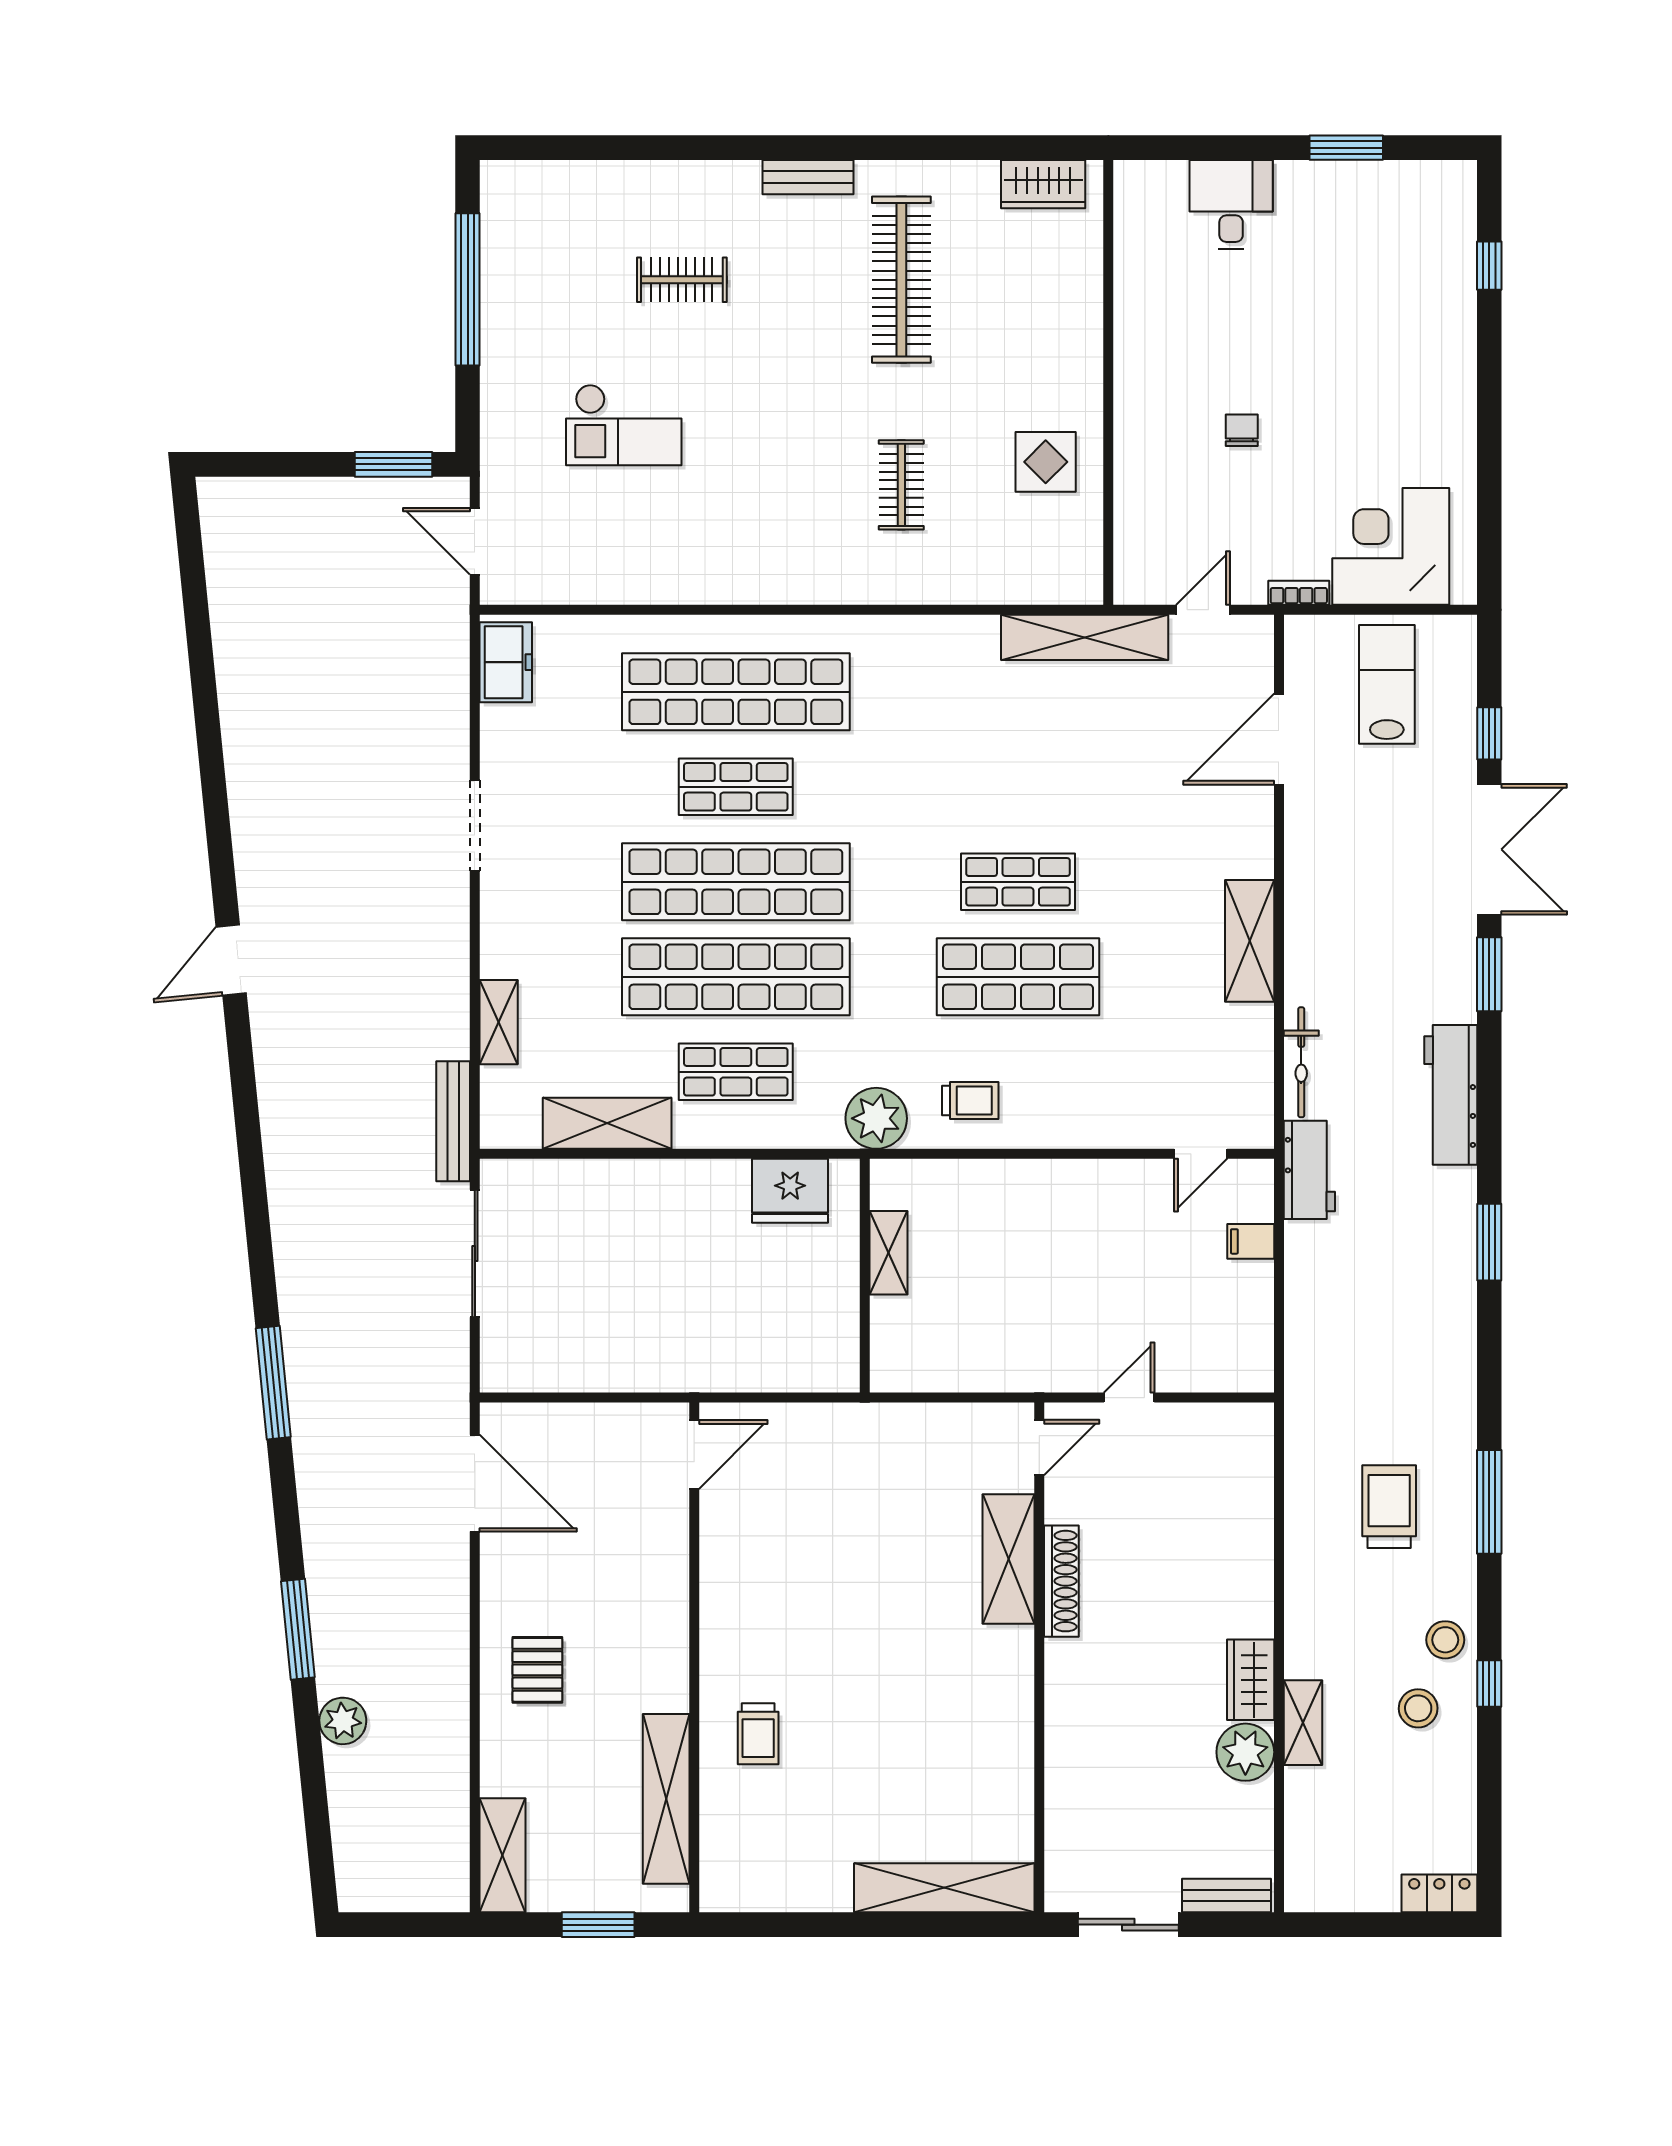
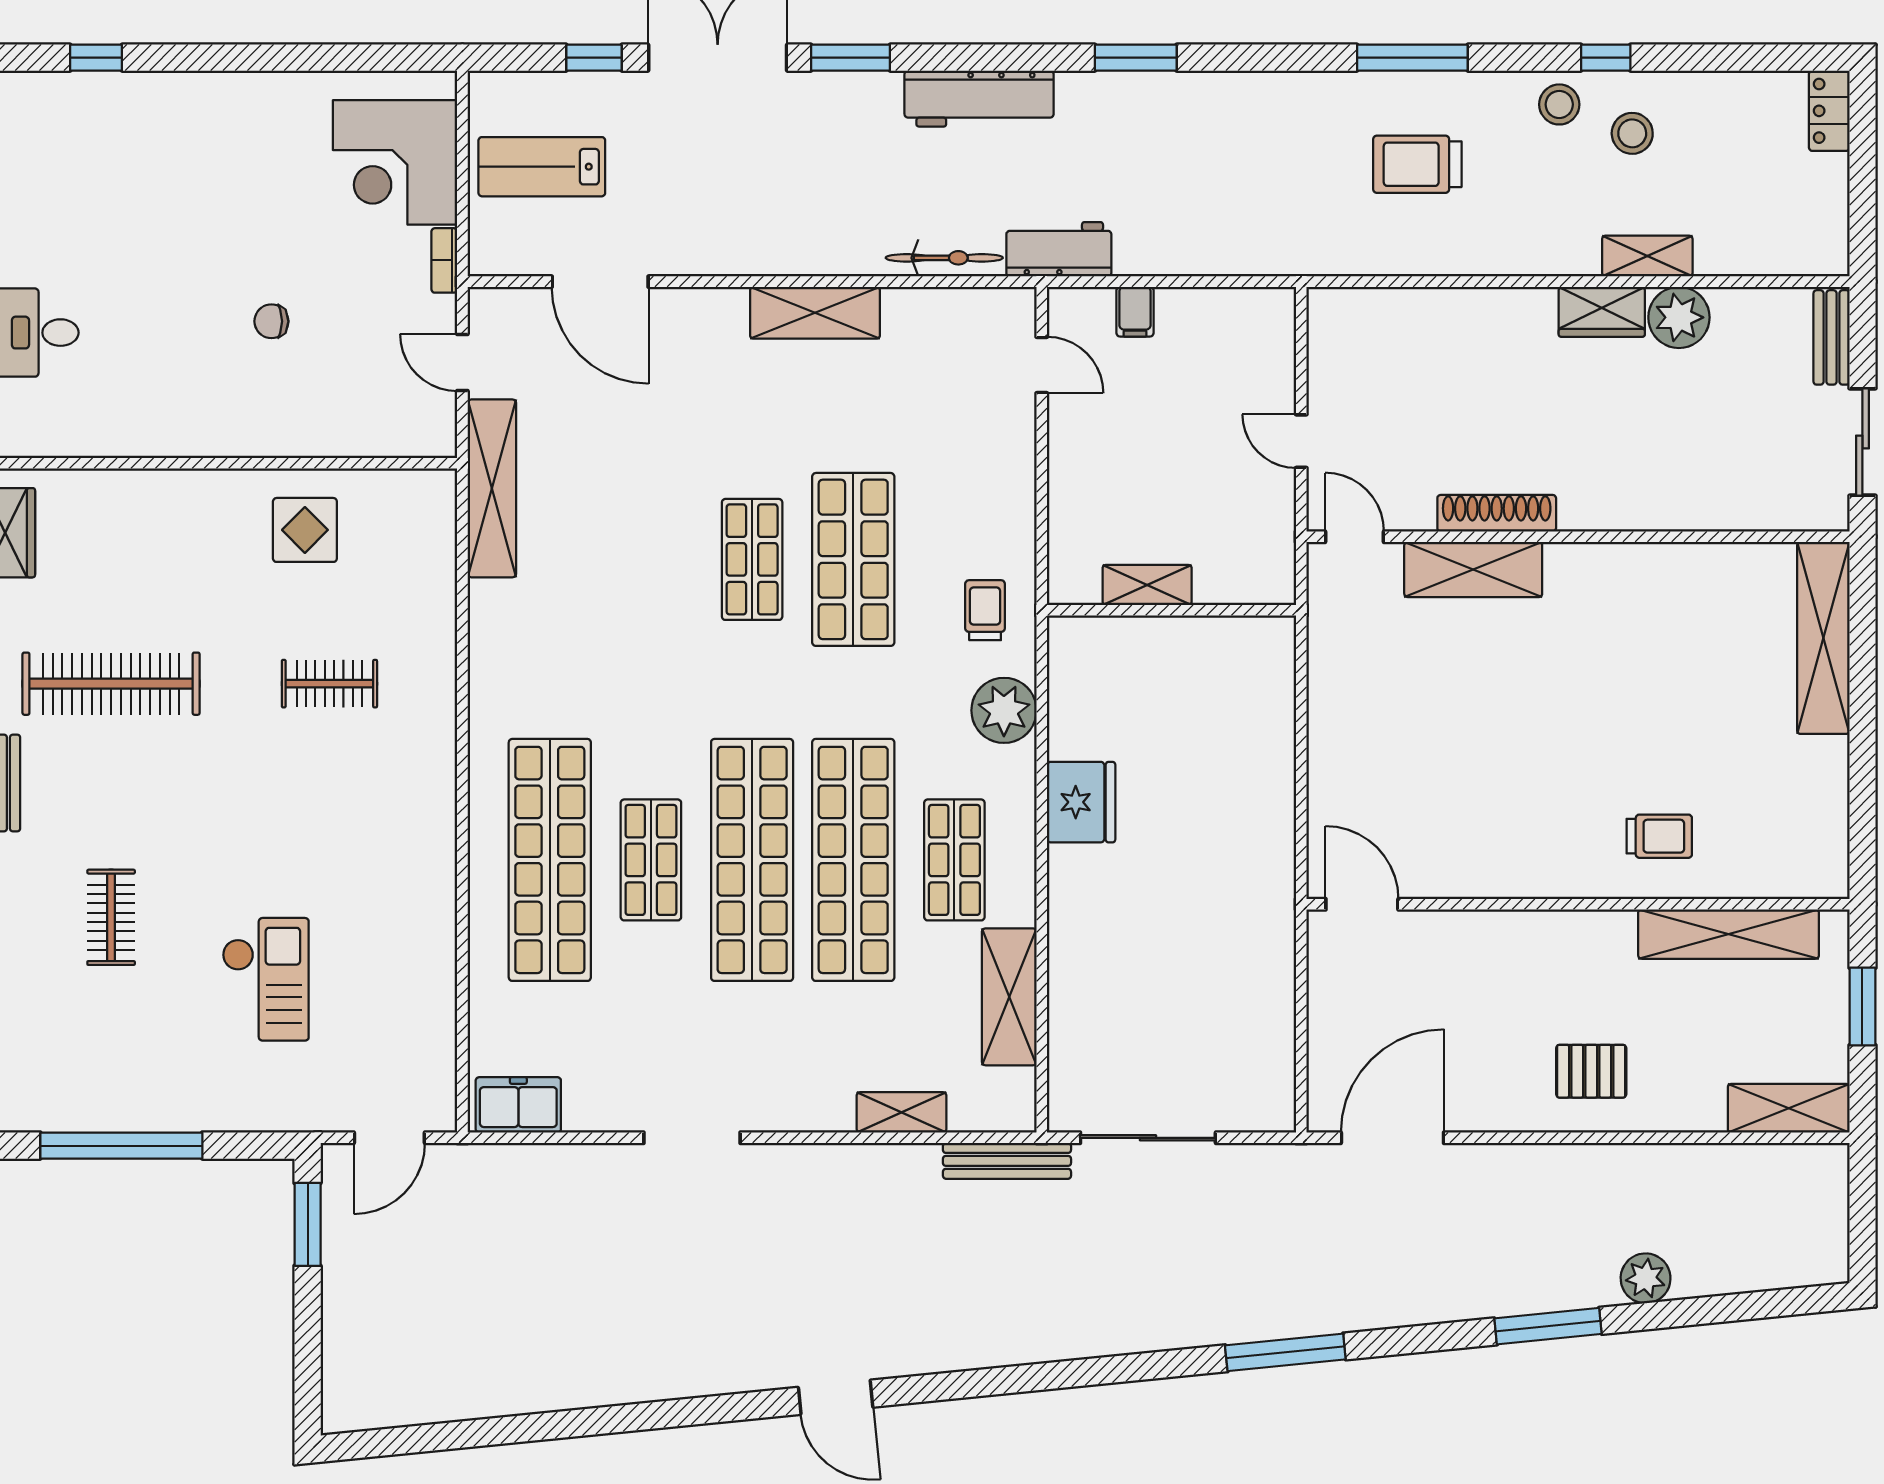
shelving: (888, 1253) -> (1147, 585), moved
wall: (865, 1276) -> (1172, 610), moved

